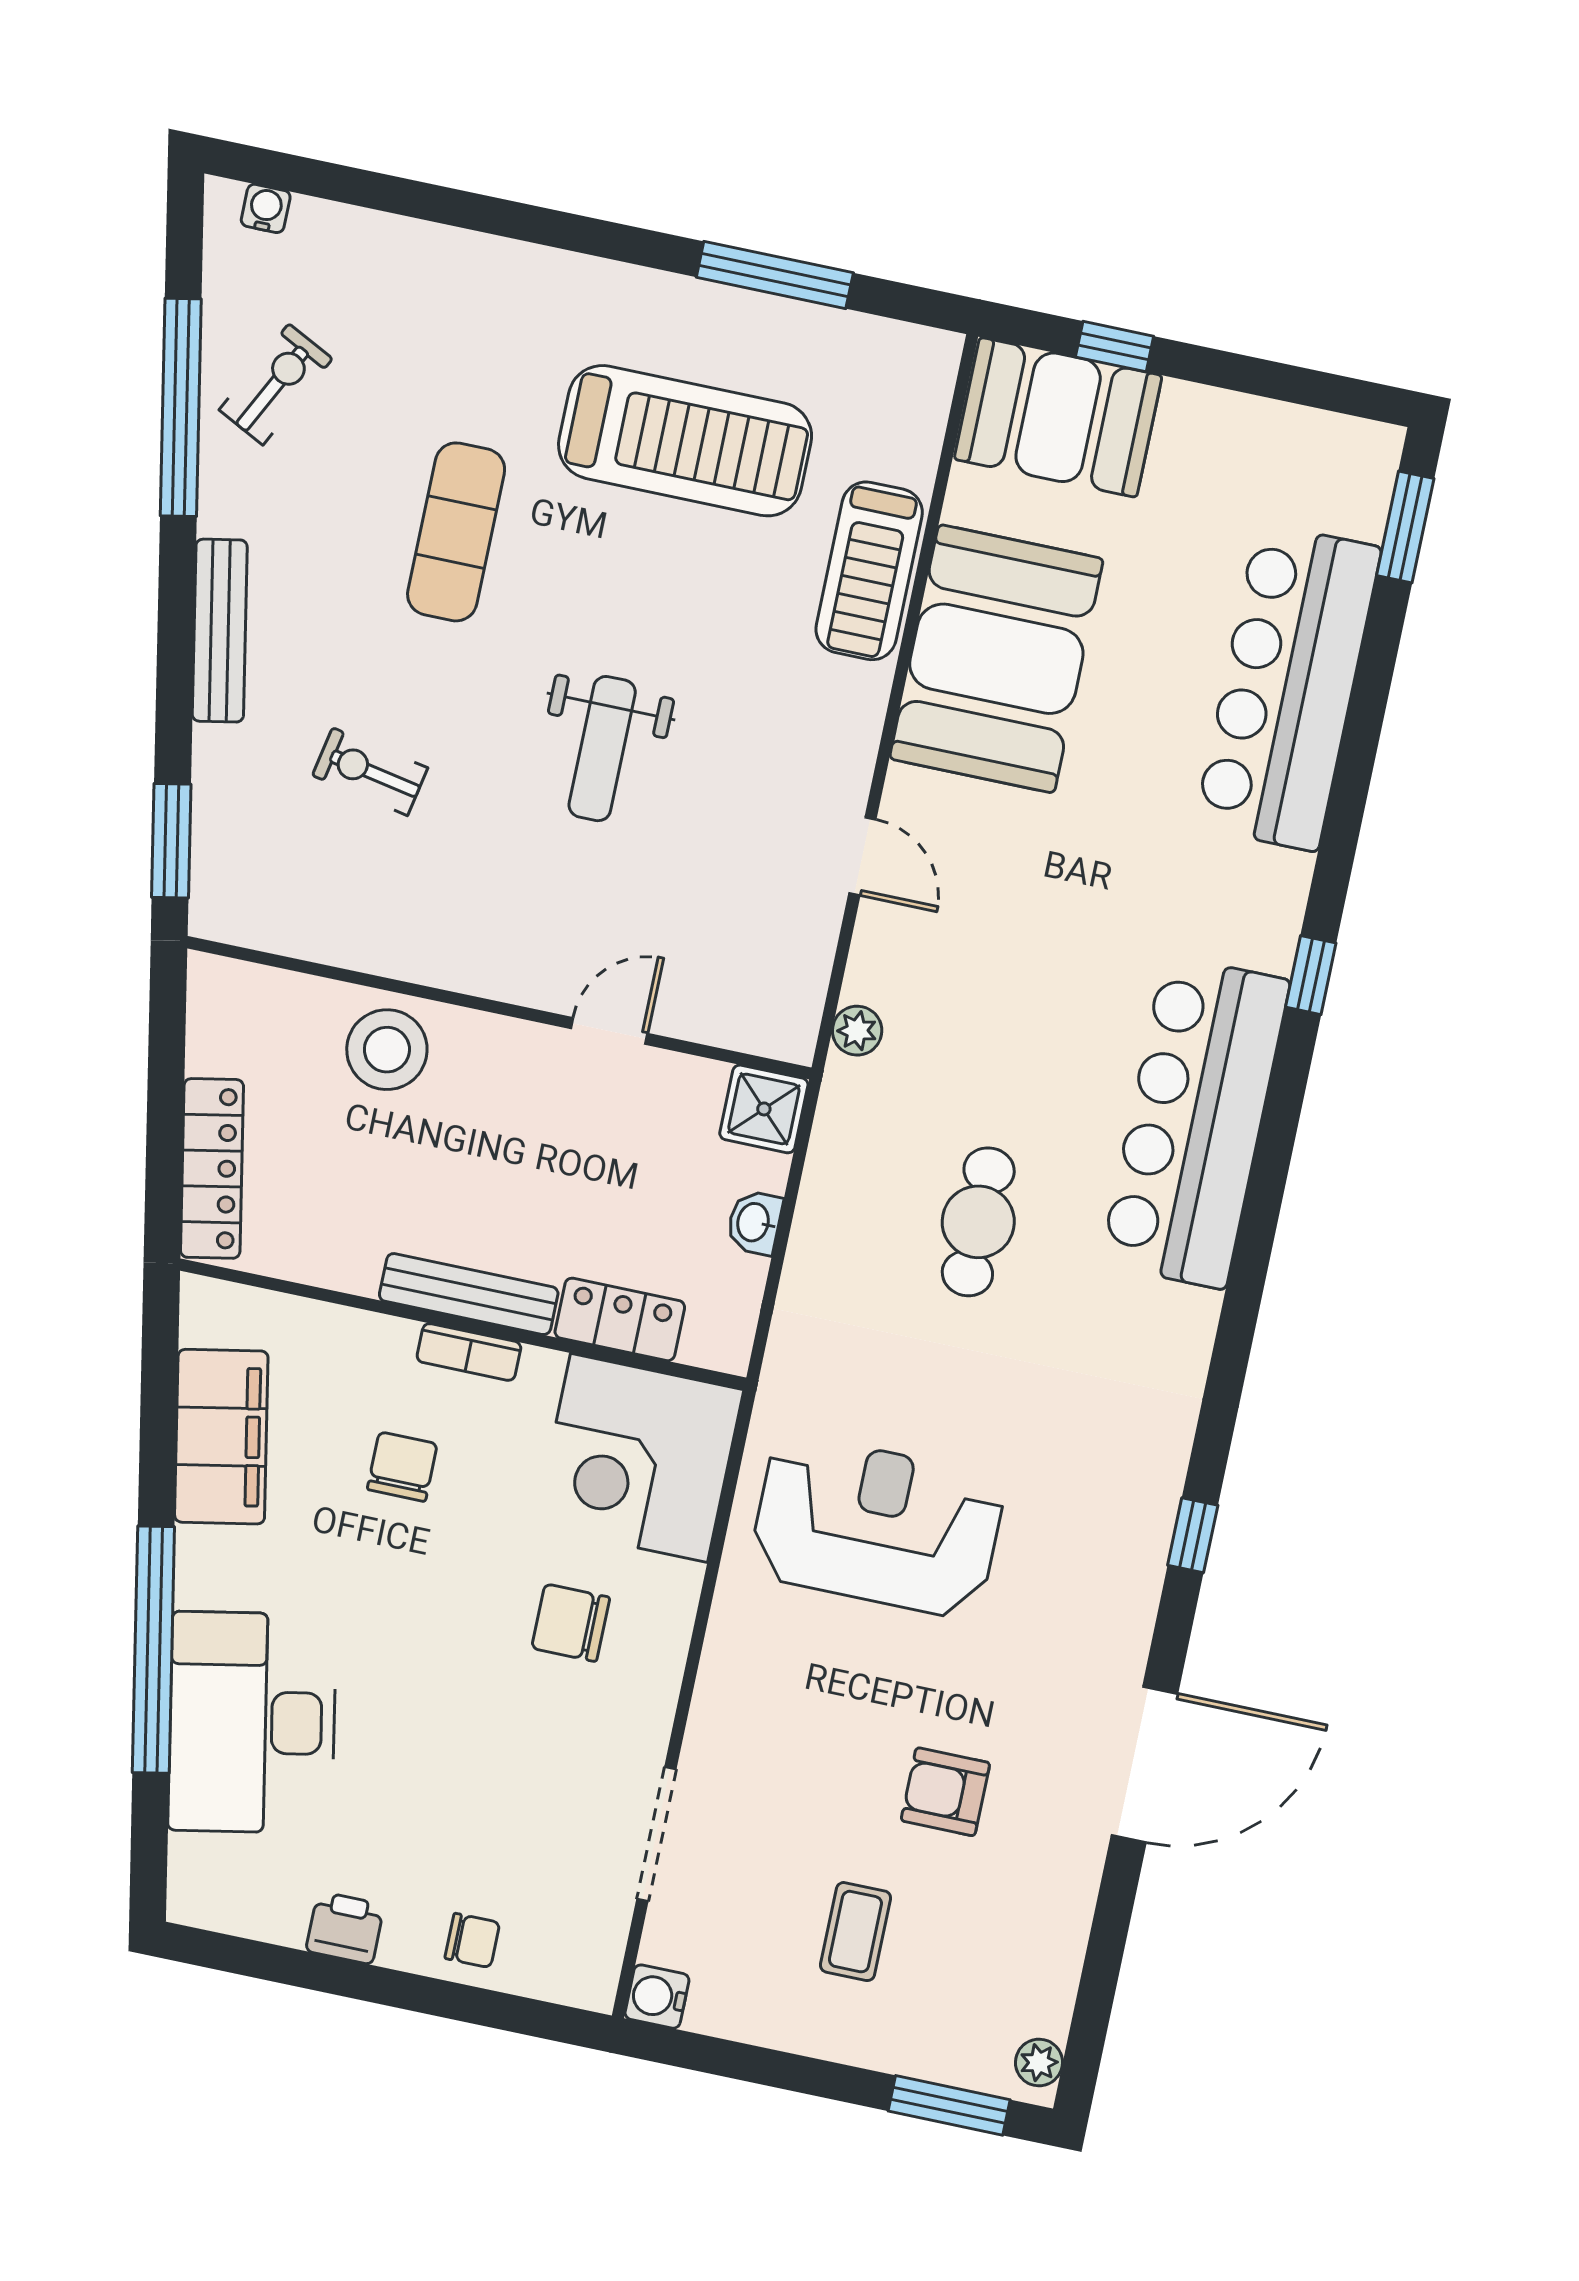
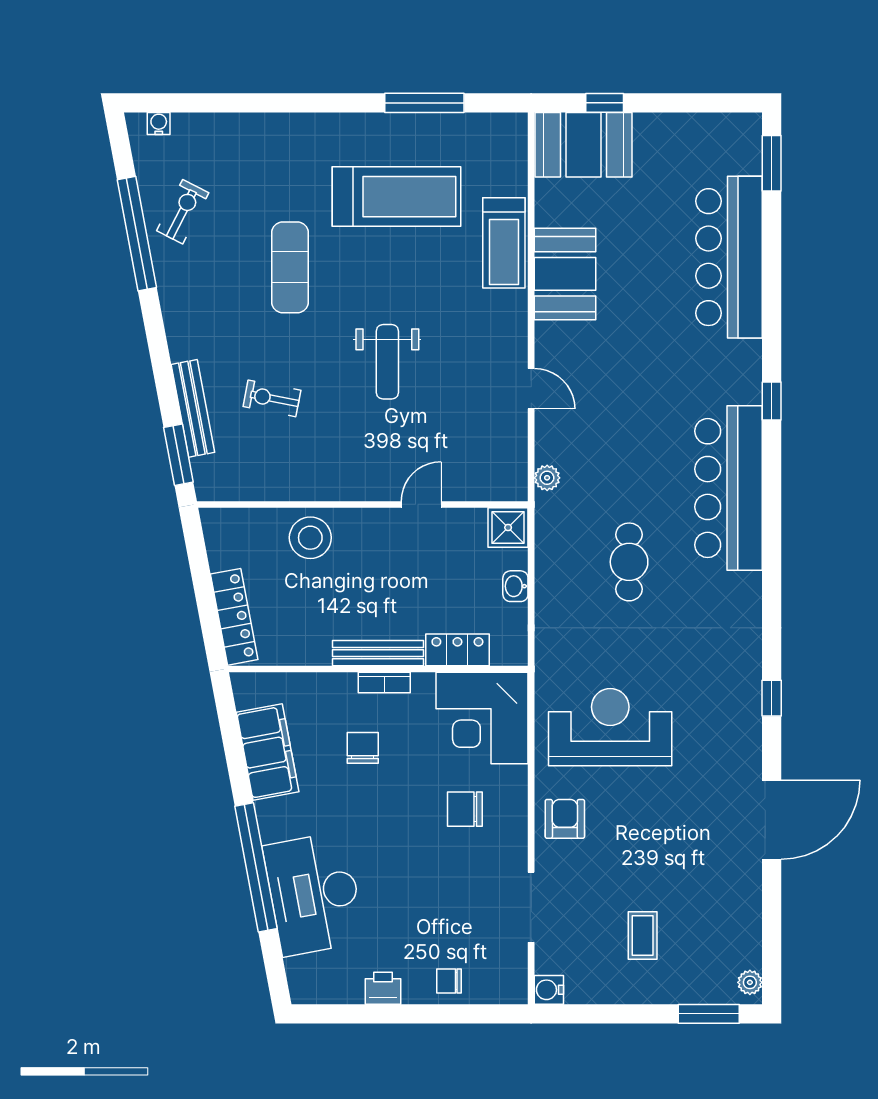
bench: (220, 631) -> (193, 408), moved
booth: (996, 659) -> (565, 274), width x0.73, depth x0.70
armchair: (945, 1792) -> (565, 819), moved, turned 90
chair: (472, 1940) -> (449, 981), turned 180

